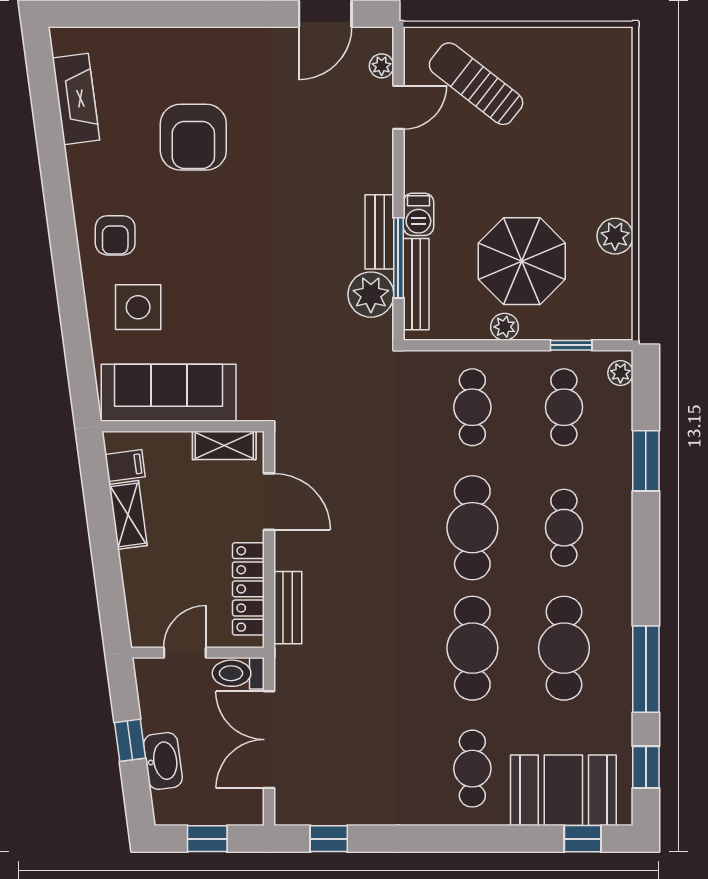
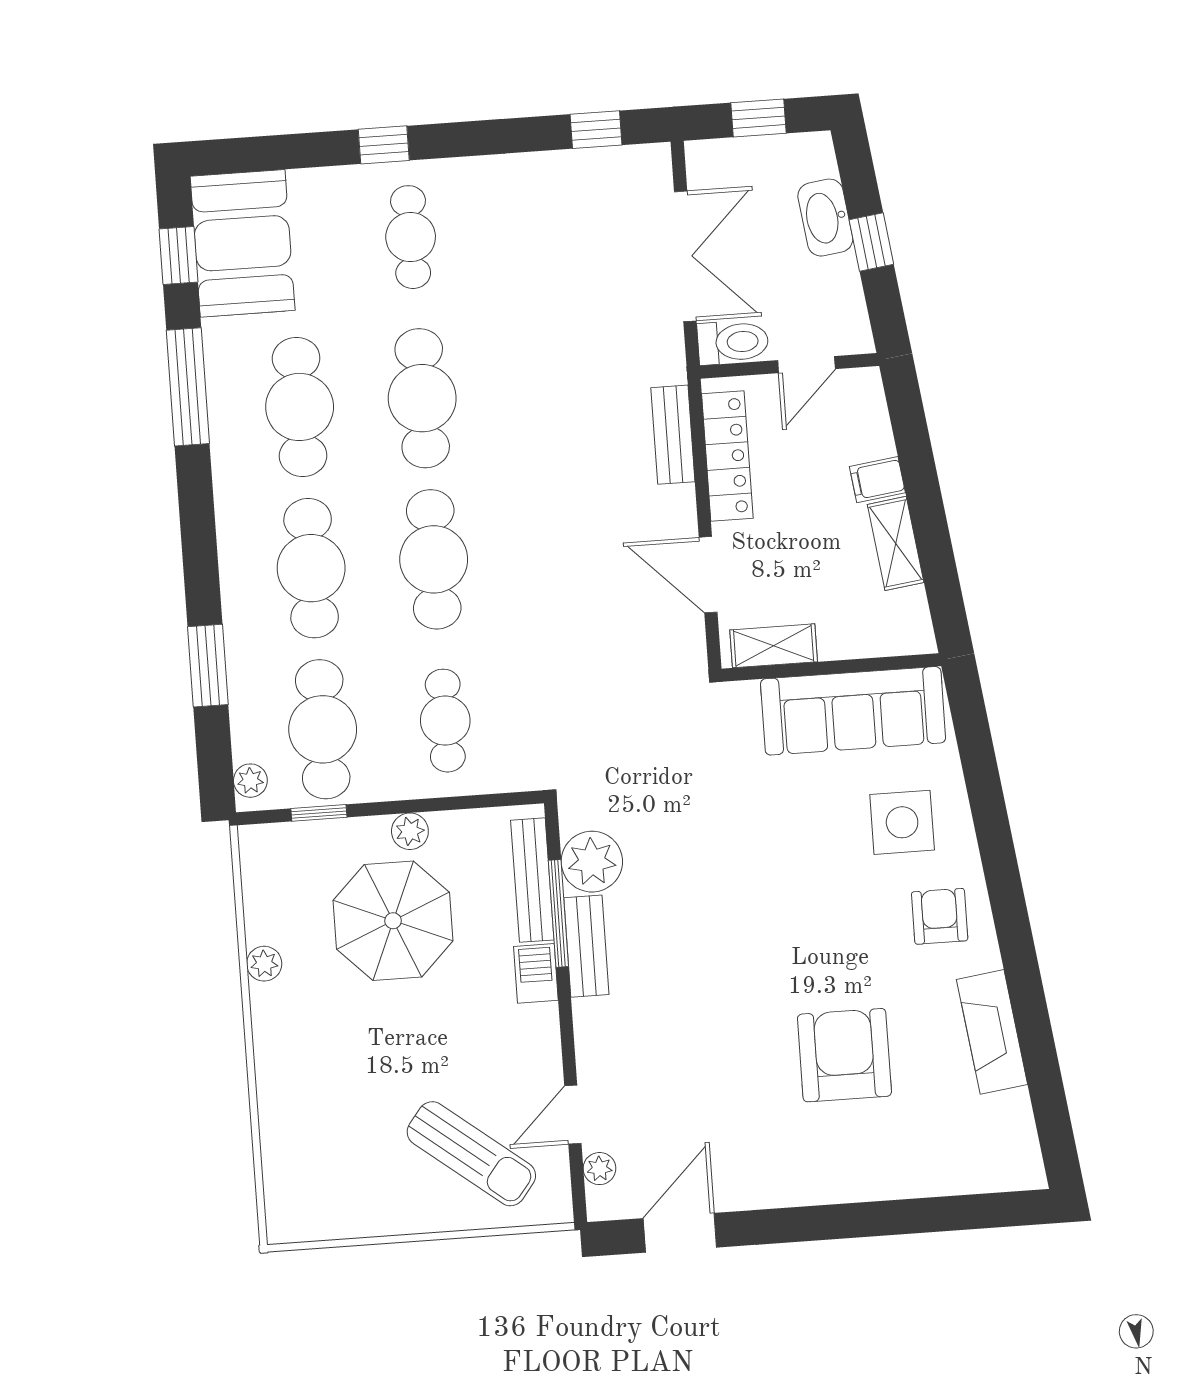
fireplace: (76, 99) -> (992, 1032), moved
plant: (615, 236) -> (264, 964), width x0.73, depth x0.73
cafe table: (564, 407) -> (323, 729), width x1.37, depth x1.35
filing cabinet: (125, 466) -> (877, 480), moved
cafe table: (564, 528) -> (311, 568), width x1.37, depth x1.35
booth: (563, 790) -> (243, 243), moved, turned 90
window: (583, 839) -> (384, 145), moved

